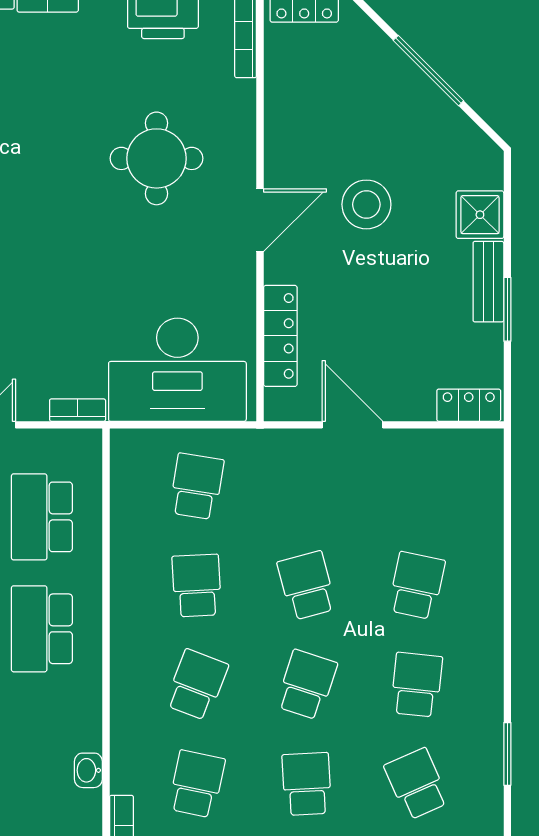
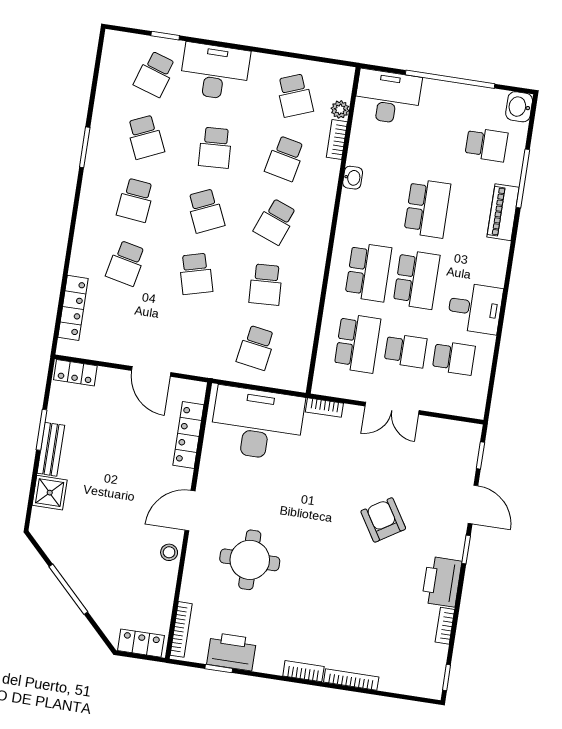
stool: (366, 204) -> (169, 552), moved, width x0.53, depth x0.53
locker: (488, 504) -> (73, 308), added
school desk: (307, 685) -> (206, 211), turned -42

